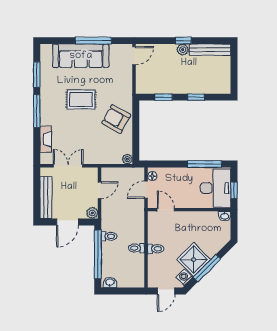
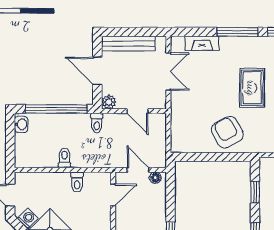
armchair: (116, 119) -> (227, 132), turned -57
plant: (127, 159) -> (177, 146), removed
toilet: (109, 236) -> (97, 123), moved
toilet: (156, 249) -> (77, 182), moved

